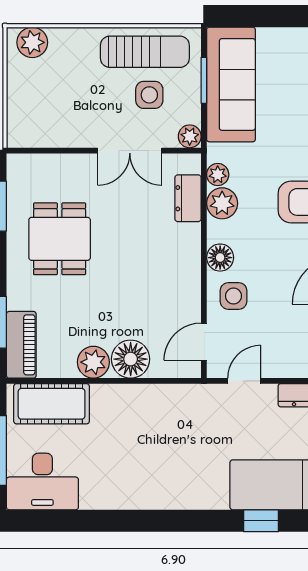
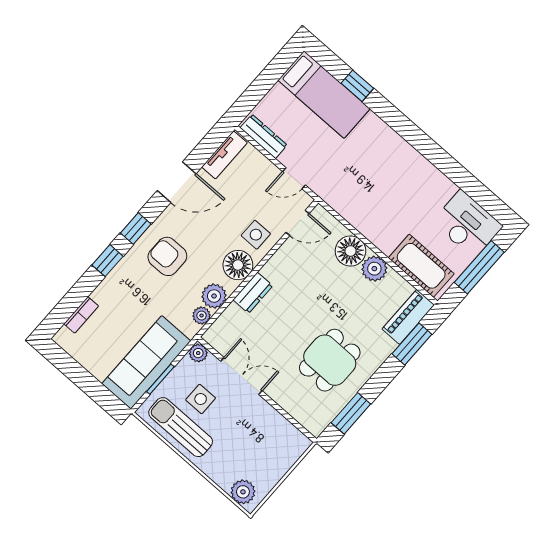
dresser: (188, 198) -> (253, 293), moved
floor lamp: (220, 258) -> (238, 265), width x1.38, depth x1.38

